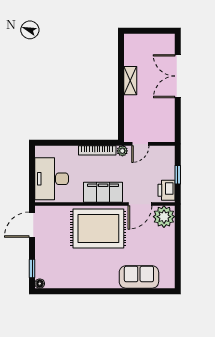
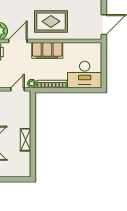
desk: (52, 179) -> (85, 74), moved, turned 90
rug: (98, 229) -> (51, 21), width x0.73, depth x0.69

